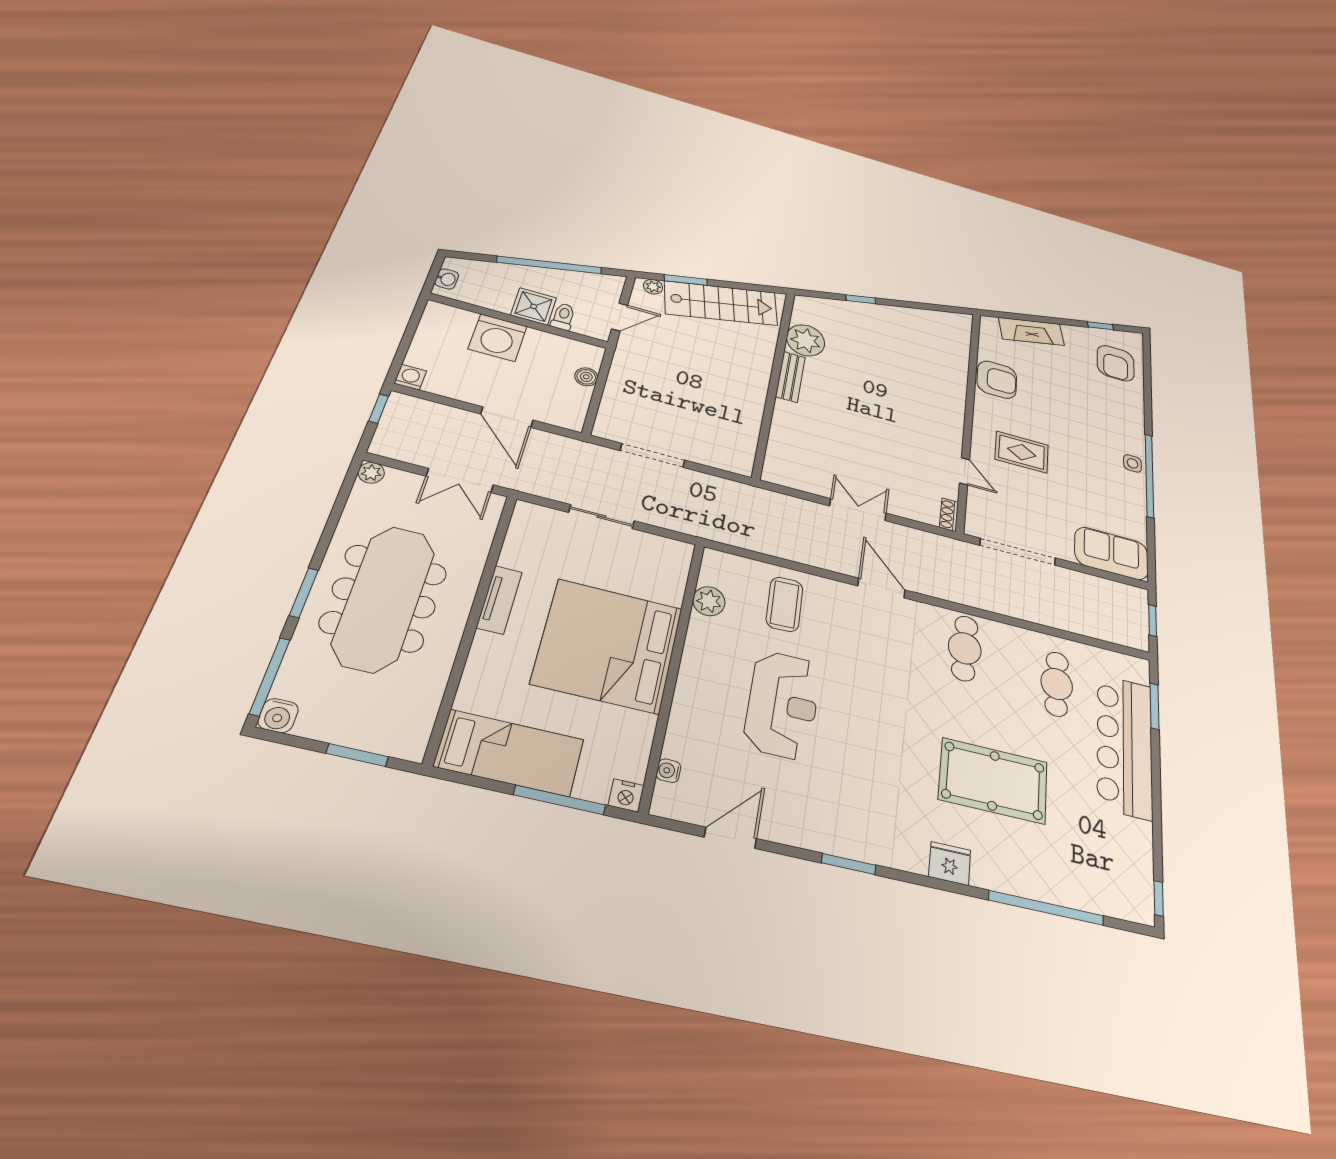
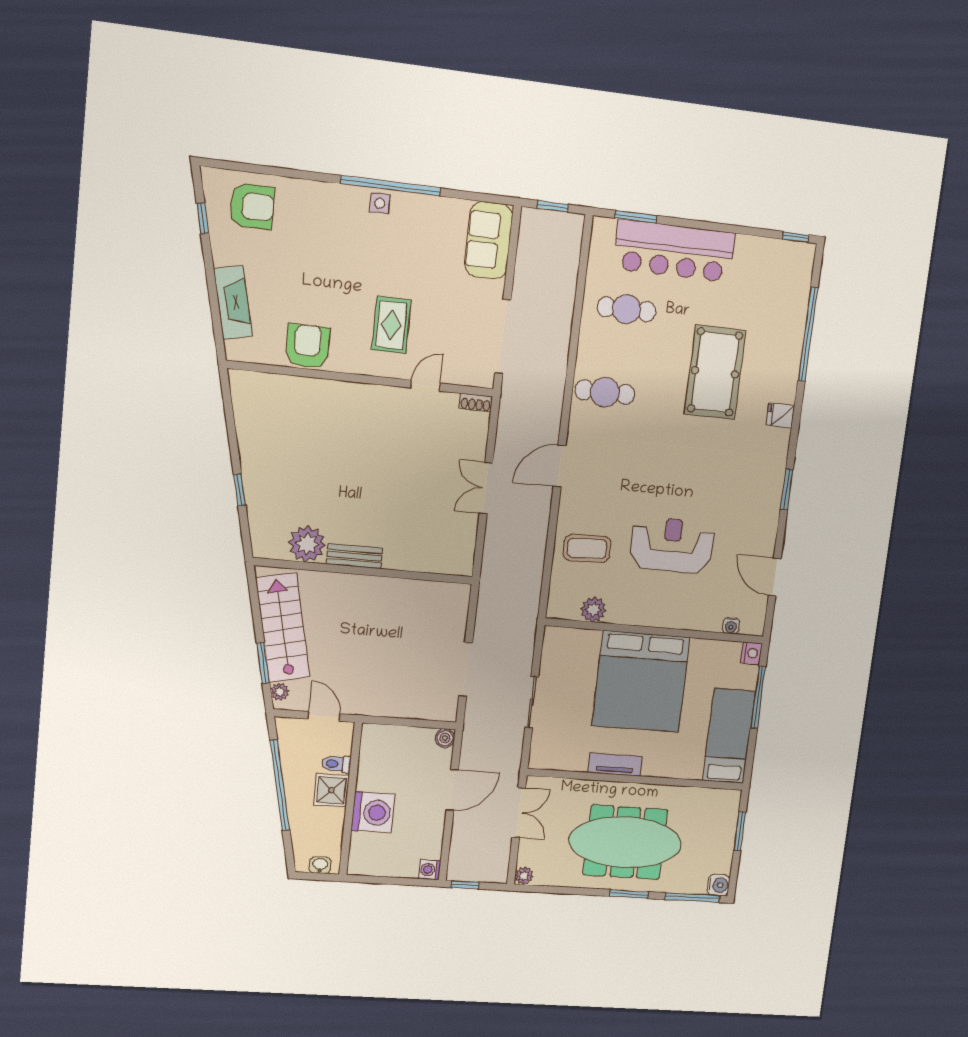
boiler: (586, 377) -> (445, 738), moved
fridge: (950, 863) -> (780, 415), width x0.72

